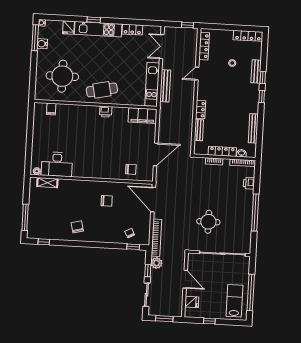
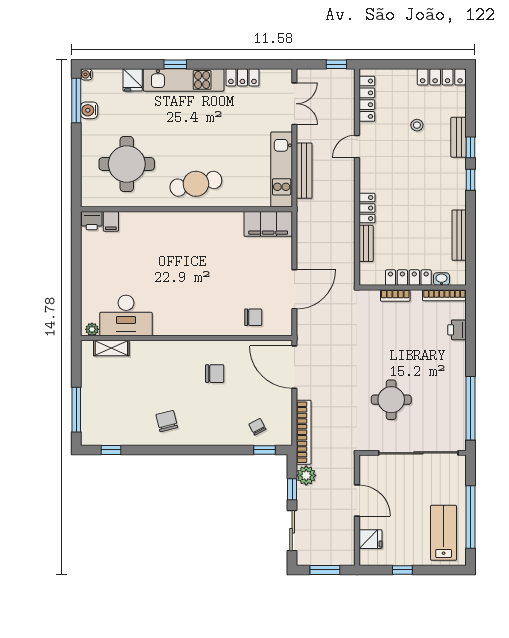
double door: (162, 47) -> (294, 104), swing flipped
printer: (106, 112) -> (92, 221), moved
window: (255, 213) -> (471, 408), moved

